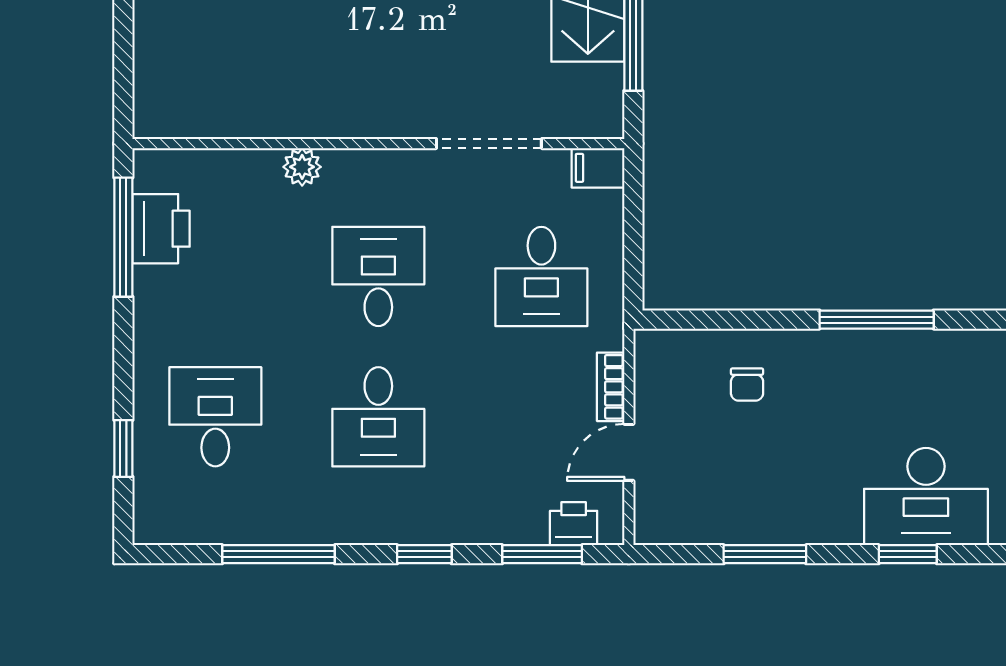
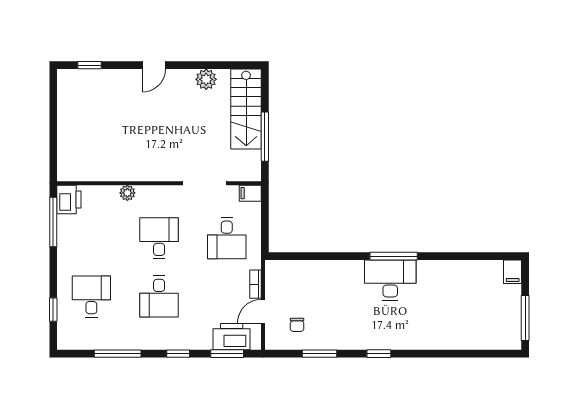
printer: (161, 229) -> (69, 199), moved
window: (877, 320) -> (394, 256), moved
chair: (747, 385) -> (297, 325), moved
desk: (926, 497) -> (390, 280), moved, turned 180
printer: (574, 524) -> (232, 337), width x1.87, depth x1.48

